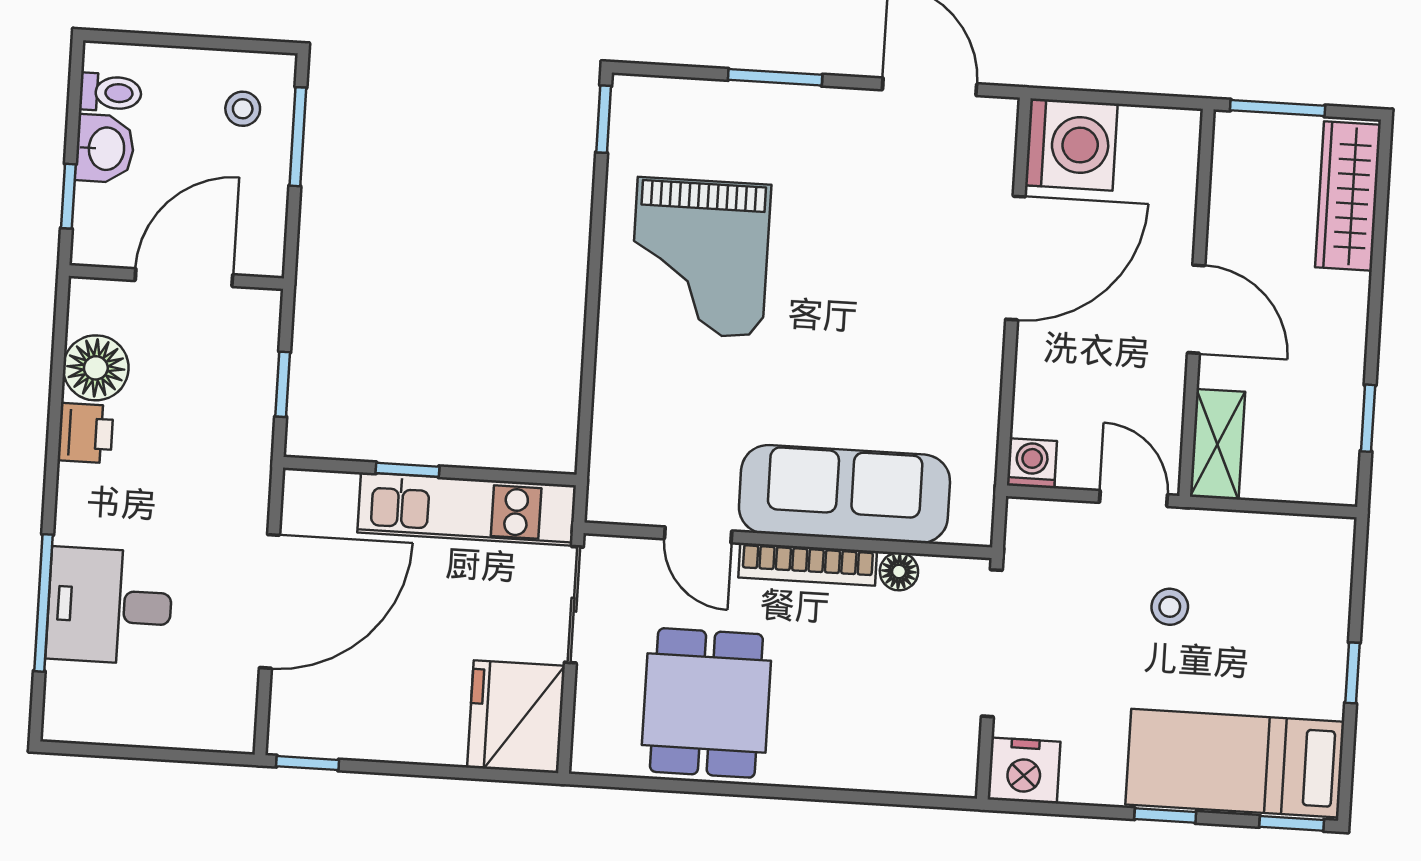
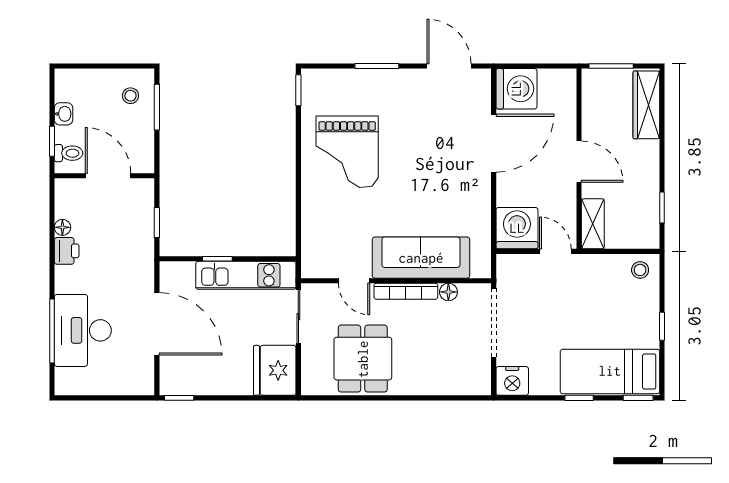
toilet: (110, 93) -> (69, 153), moved
washbasin: (105, 149) -> (63, 114), width x0.72, depth x0.69
door: (184, 278) -> (108, 176), hinge flipped
floor lamp: (96, 368) -> (62, 227), width x0.53, depth x0.53
washing machine: (1032, 463) -> (517, 228), width x1.89, depth x1.89
door: (269, 601) -> (157, 324), hinge flipped
desk: (110, 606) -> (83, 330), width x1.37
stool: (1170, 607) -> (640, 270), moved

